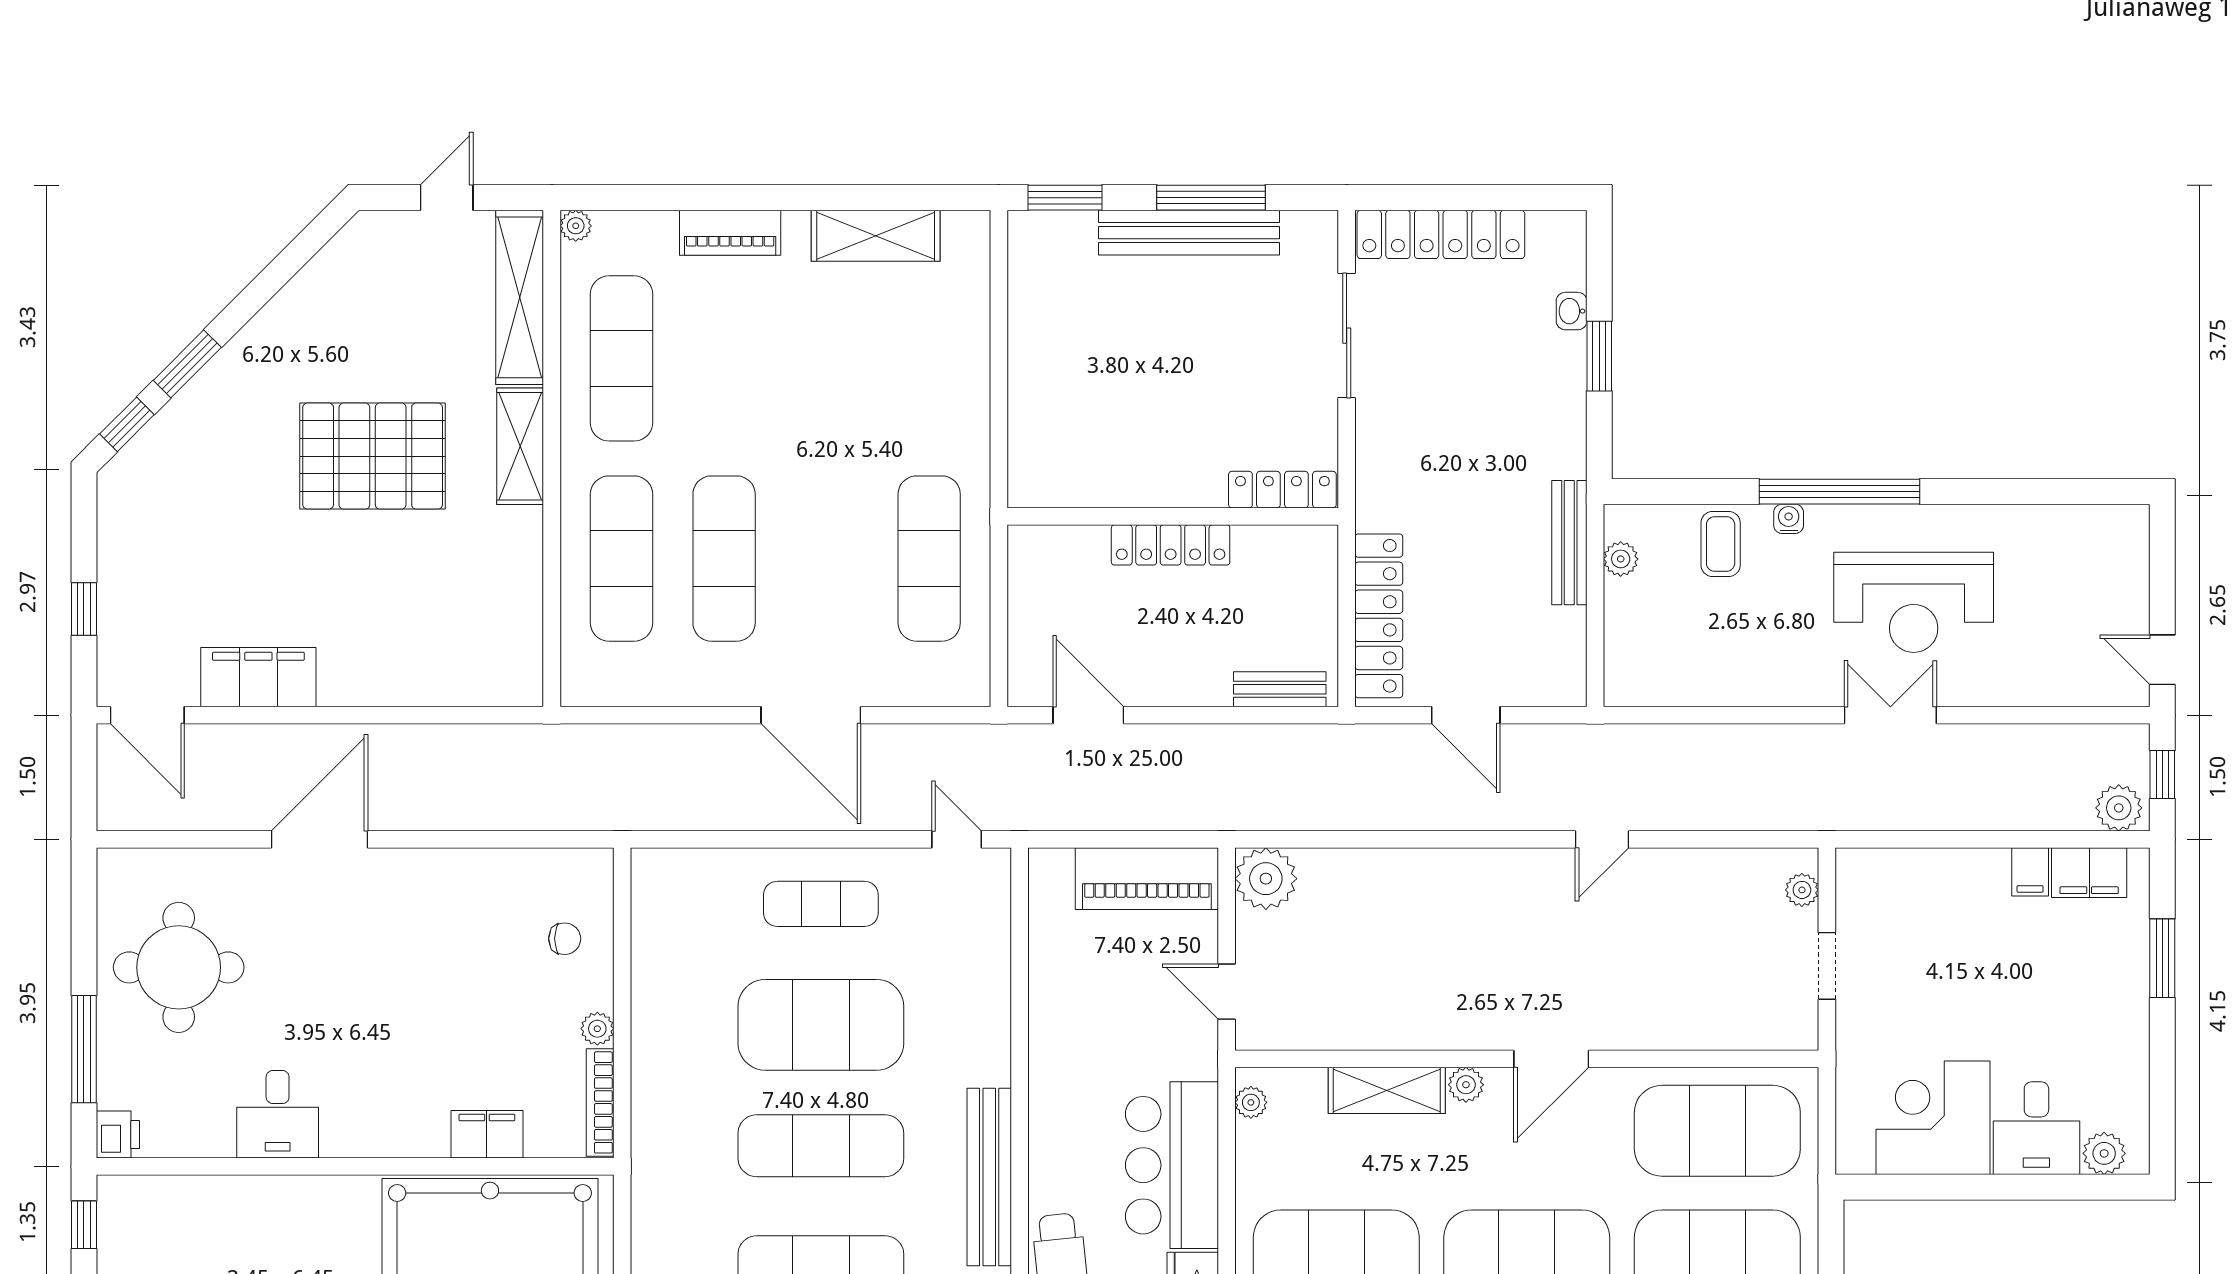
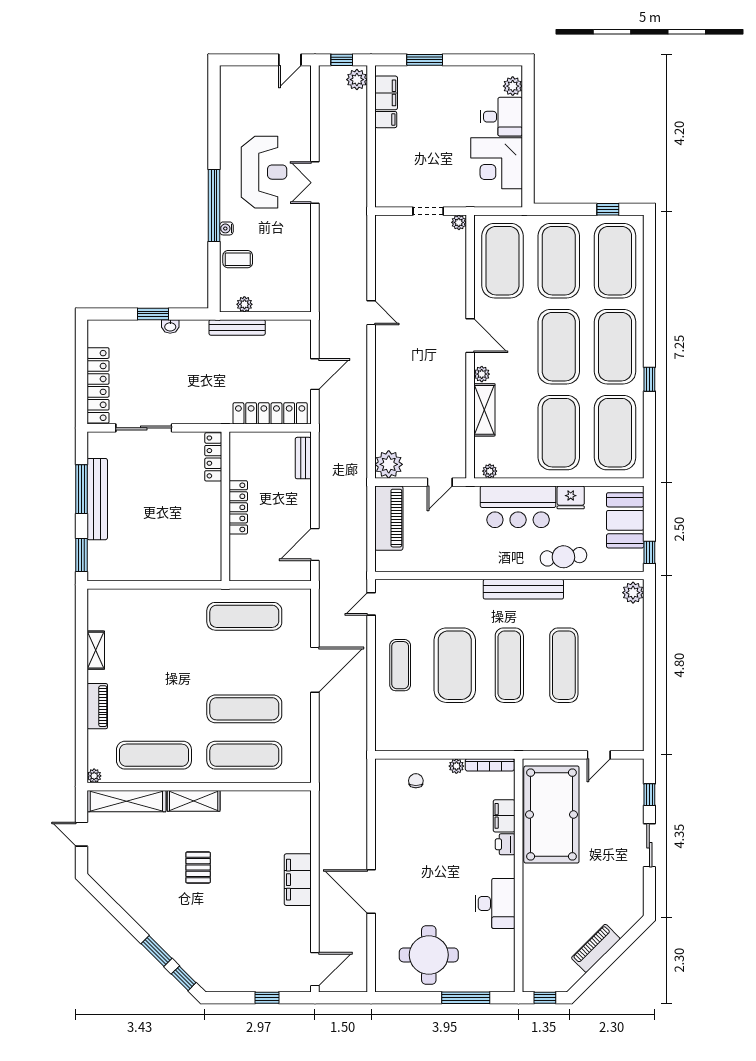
shelving: (876, 236) -> (96, 650), width x0.67, depth x0.75
washbasin: (1572, 311) -> (170, 326), moved
pallet: (373, 456) -> (198, 867), width x0.49, depth x0.50
filing cabinet: (258, 677) -> (298, 880), moved
plant: (1802, 890) -> (459, 222), moved
desk: (278, 1114) -> (495, 903), width x1.37
printer: (118, 1134) -> (505, 844), moved, turned -90

